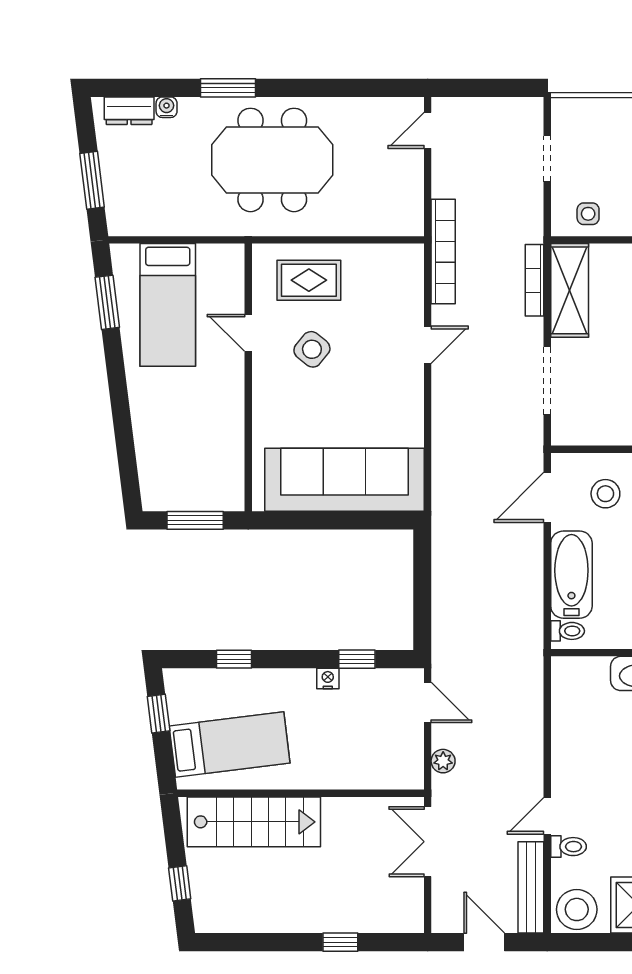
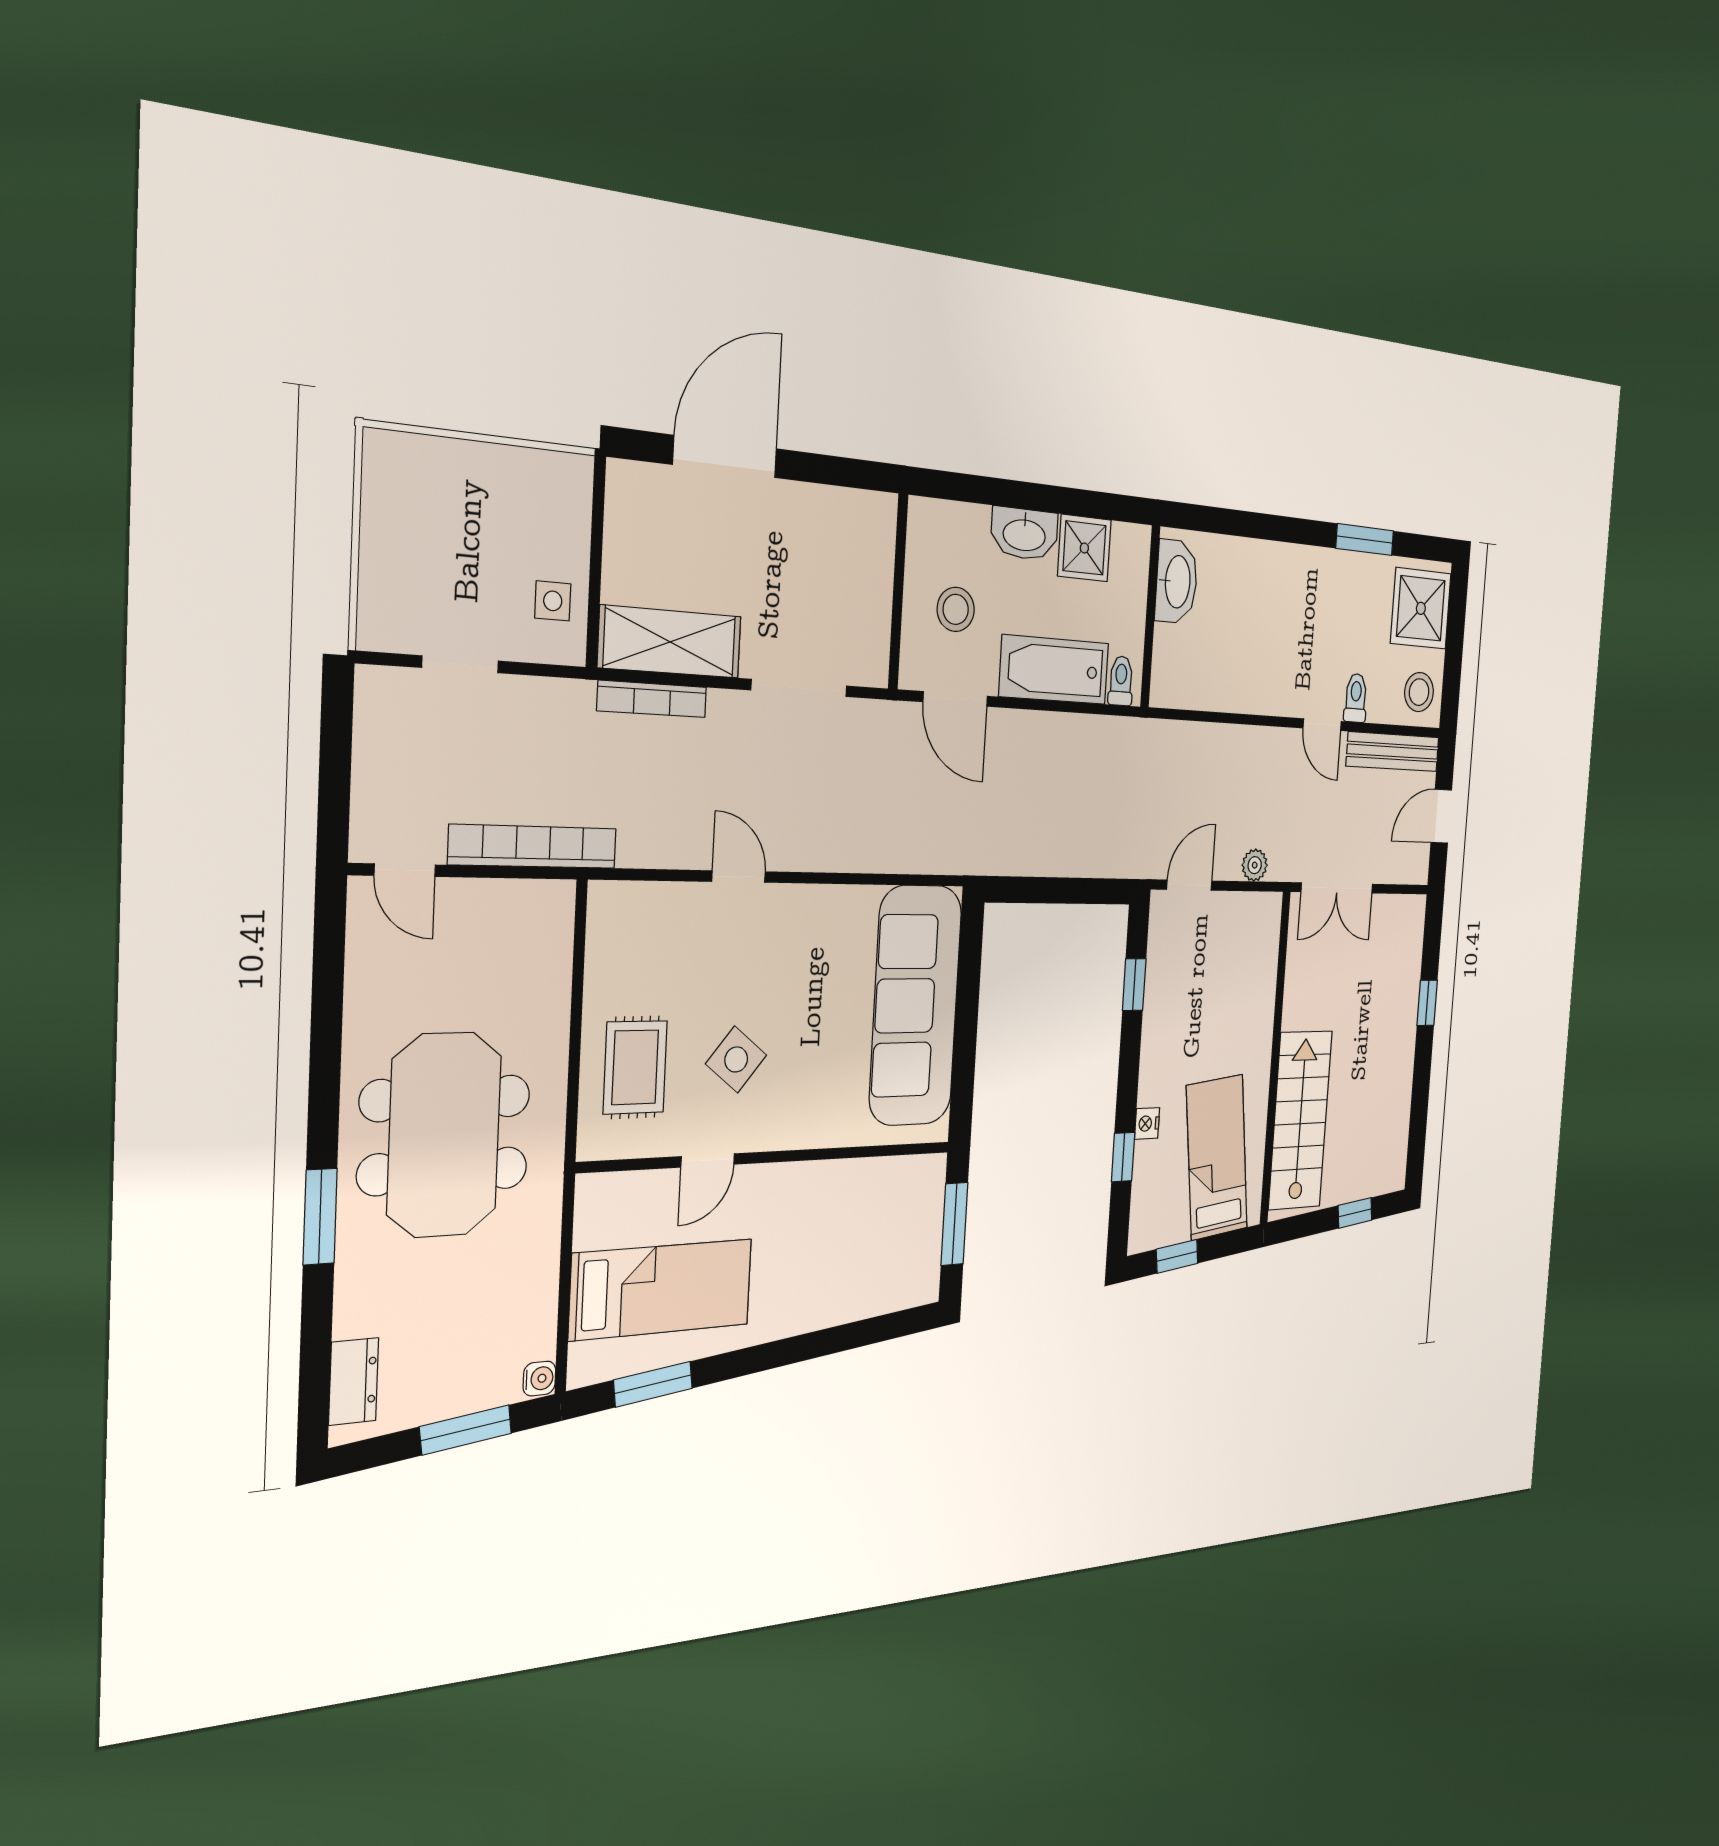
water cooler: (167, 107) -> (539, 1379), moved, turned 180
bookcase: (443, 252) -> (533, 847), moved
nightstand: (328, 679) -> (1147, 1123), moved
stool: (577, 909) -> (1419, 692), width x0.73, depth x0.73

